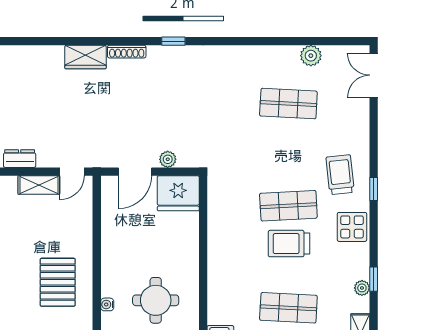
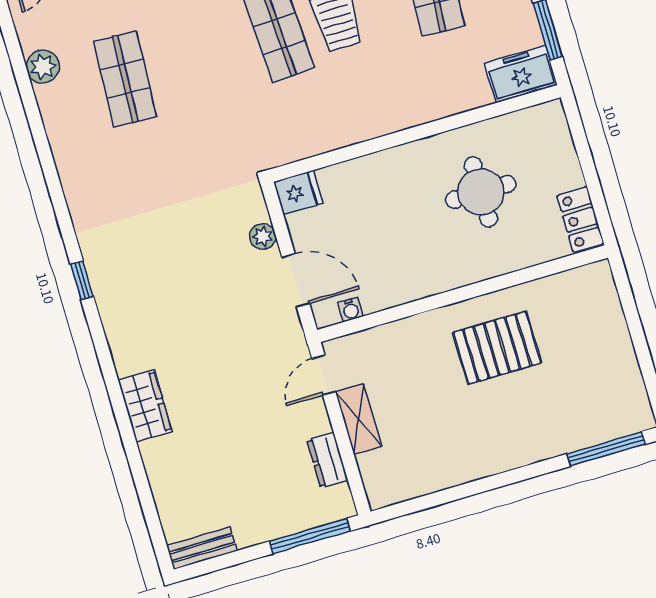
shoe rack: (127, 52) -> (118, 346), removed
door: (72, 172) -> (324, 375), swing flipped
fridge: (178, 193) -> (298, 193), width x0.53, depth x0.75
water cooler: (107, 304) -> (351, 310), moved

